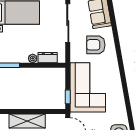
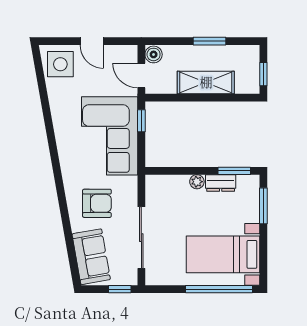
dresser: (48, 58) -> (221, 183), moved

